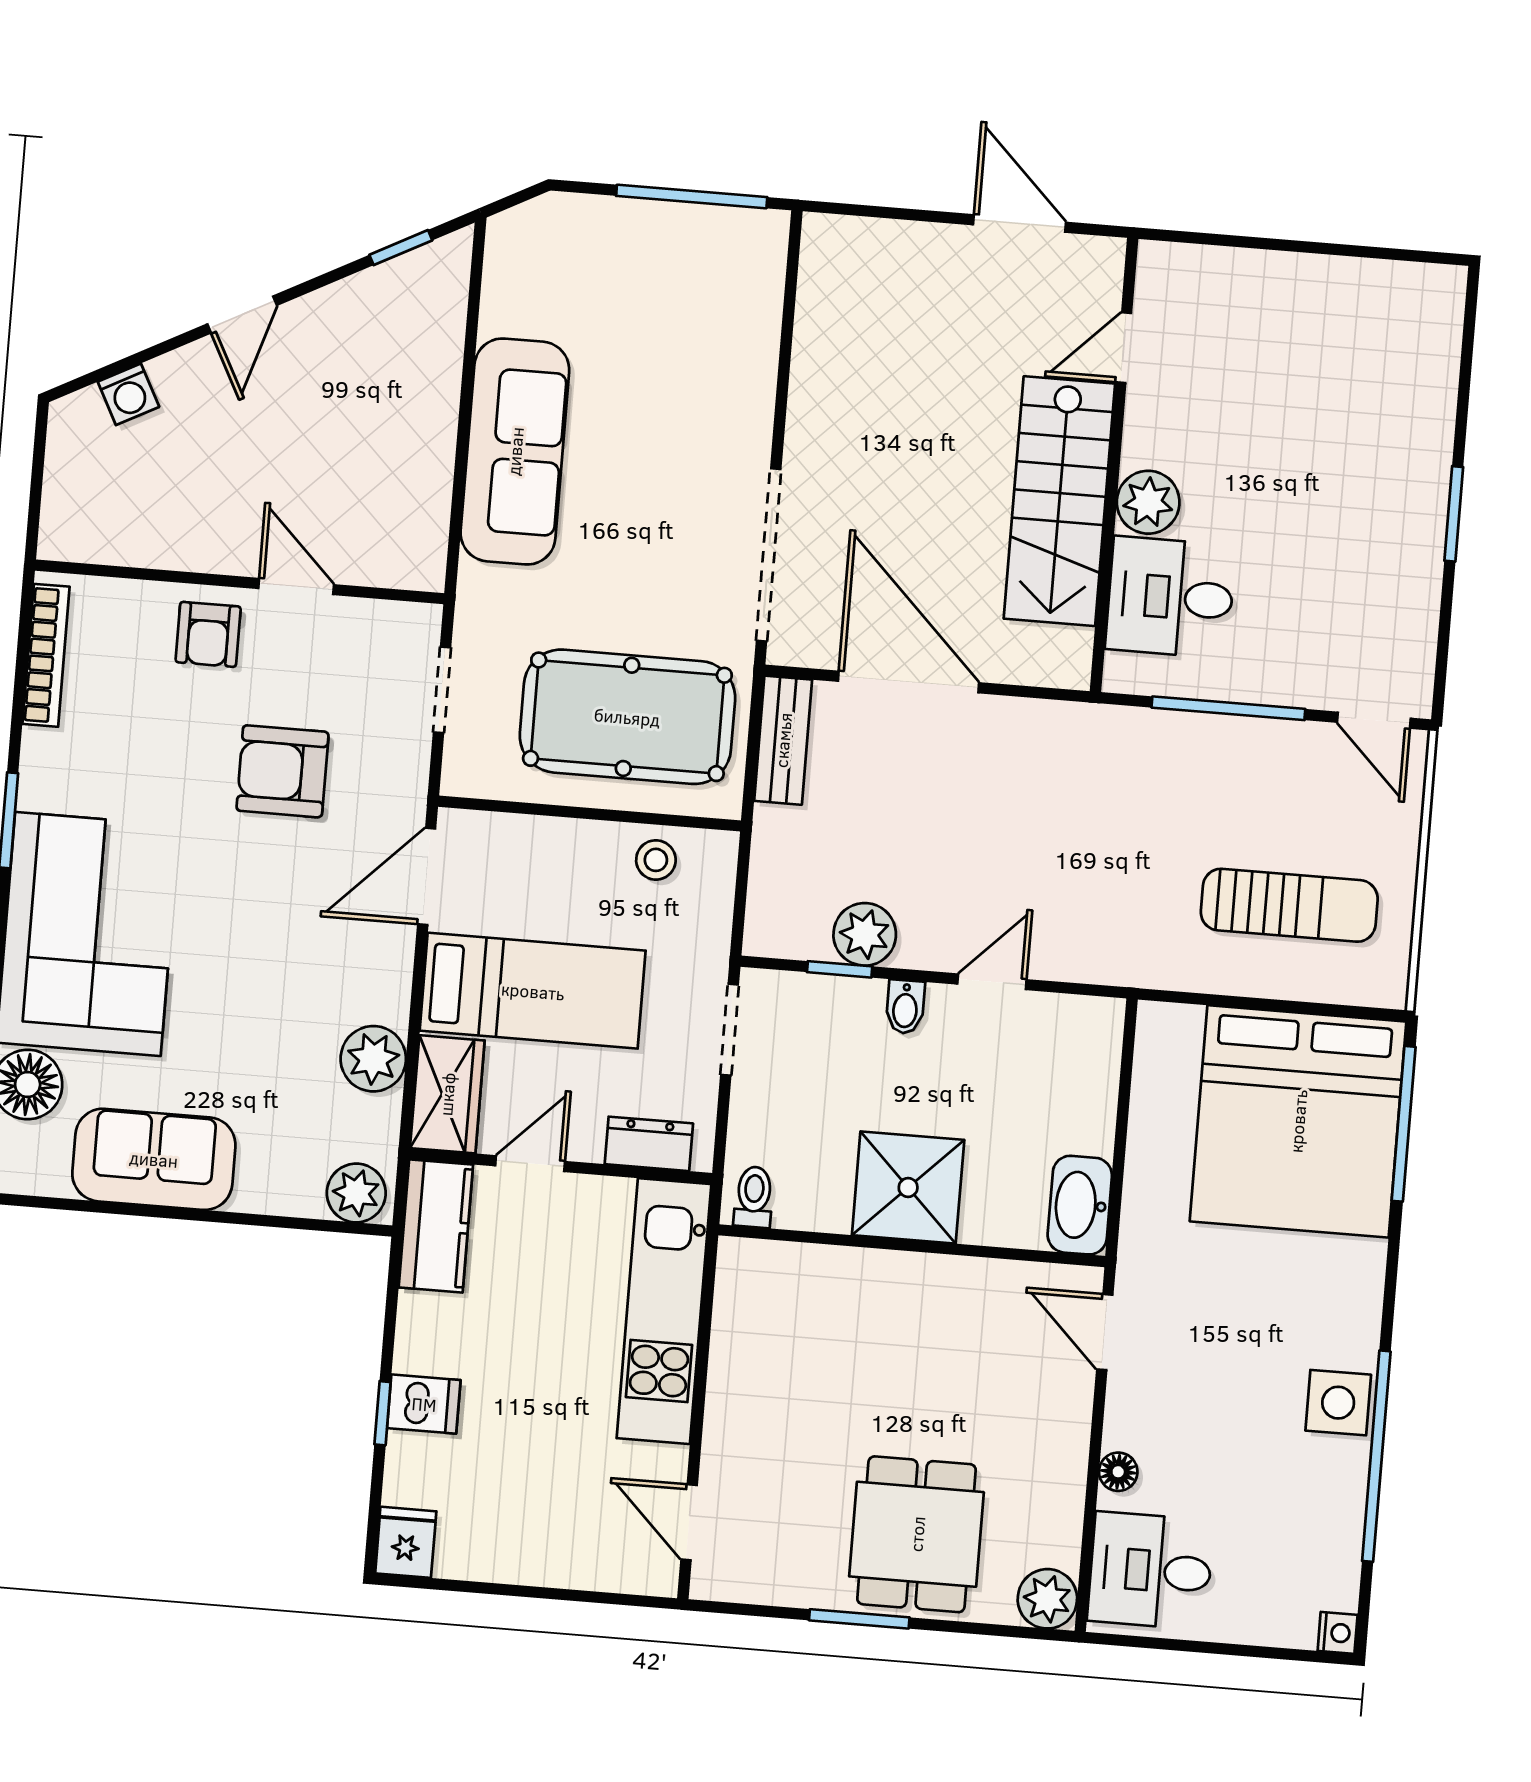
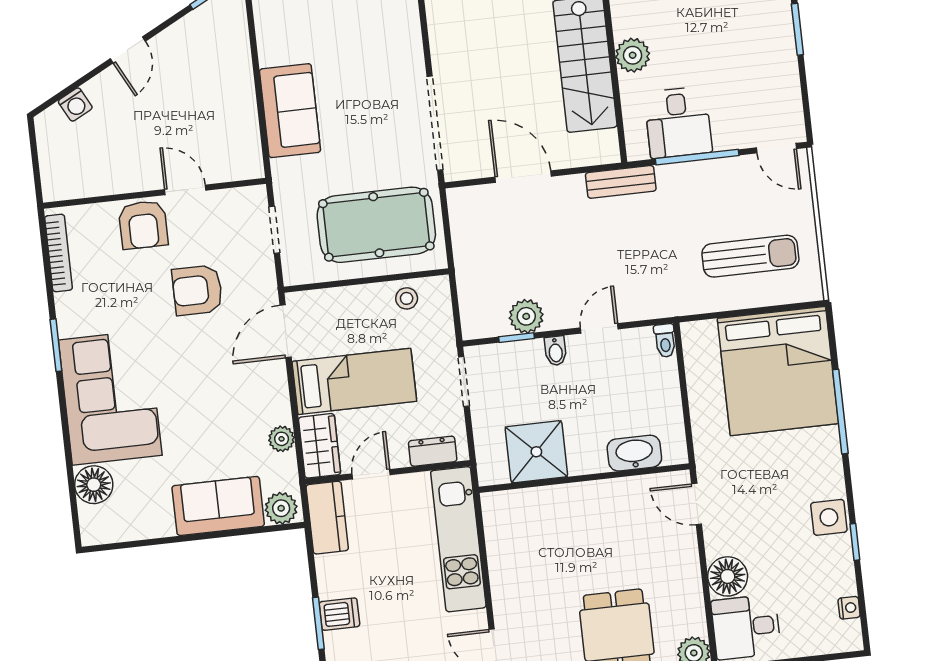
sofa: (515, 451) -> (290, 111), width x0.73
desk: (1170, 597) -> (678, 122), moved, turned -90
armchair: (208, 634) -> (143, 225), width x1.38, depth x1.38
door: (908, 682) -> (523, 177), width x0.73
bench: (783, 740) -> (621, 182), moved, turned 90
plant: (373, 1059) -> (282, 439), width x0.73, depth x0.73
window: (1404, 1124) -> (840, 412), moved
sofa: (154, 1159) -> (218, 506), moved
shower: (908, 1187) -> (536, 452), moved
toilet: (754, 1197) -> (665, 341), moved, turned 180
washbasin: (1080, 1205) -> (634, 453), moved, turned 90
window: (383, 1413) -> (318, 623), width x1.50
window: (1376, 1456) -> (855, 542), width x0.32
floor lamp: (1118, 1472) -> (728, 576), width x1.89, depth x1.89
nightstand: (1338, 1633) -> (849, 608), moved

